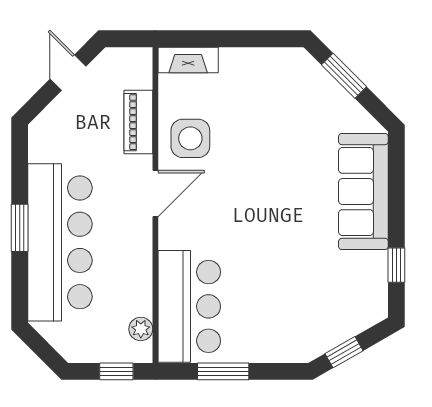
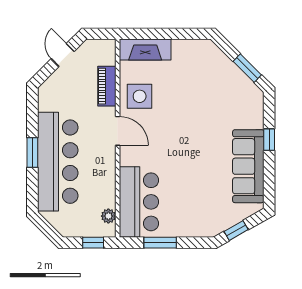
fireplace: (188, 60) -> (145, 50), width x1.37, depth x1.32
window: (344, 76) -> (247, 68), moved
sofa: (363, 191) -> (248, 166), moved
door: (155, 194) -> (118, 131), hinge flipped
window: (396, 265) -> (269, 140), moved

